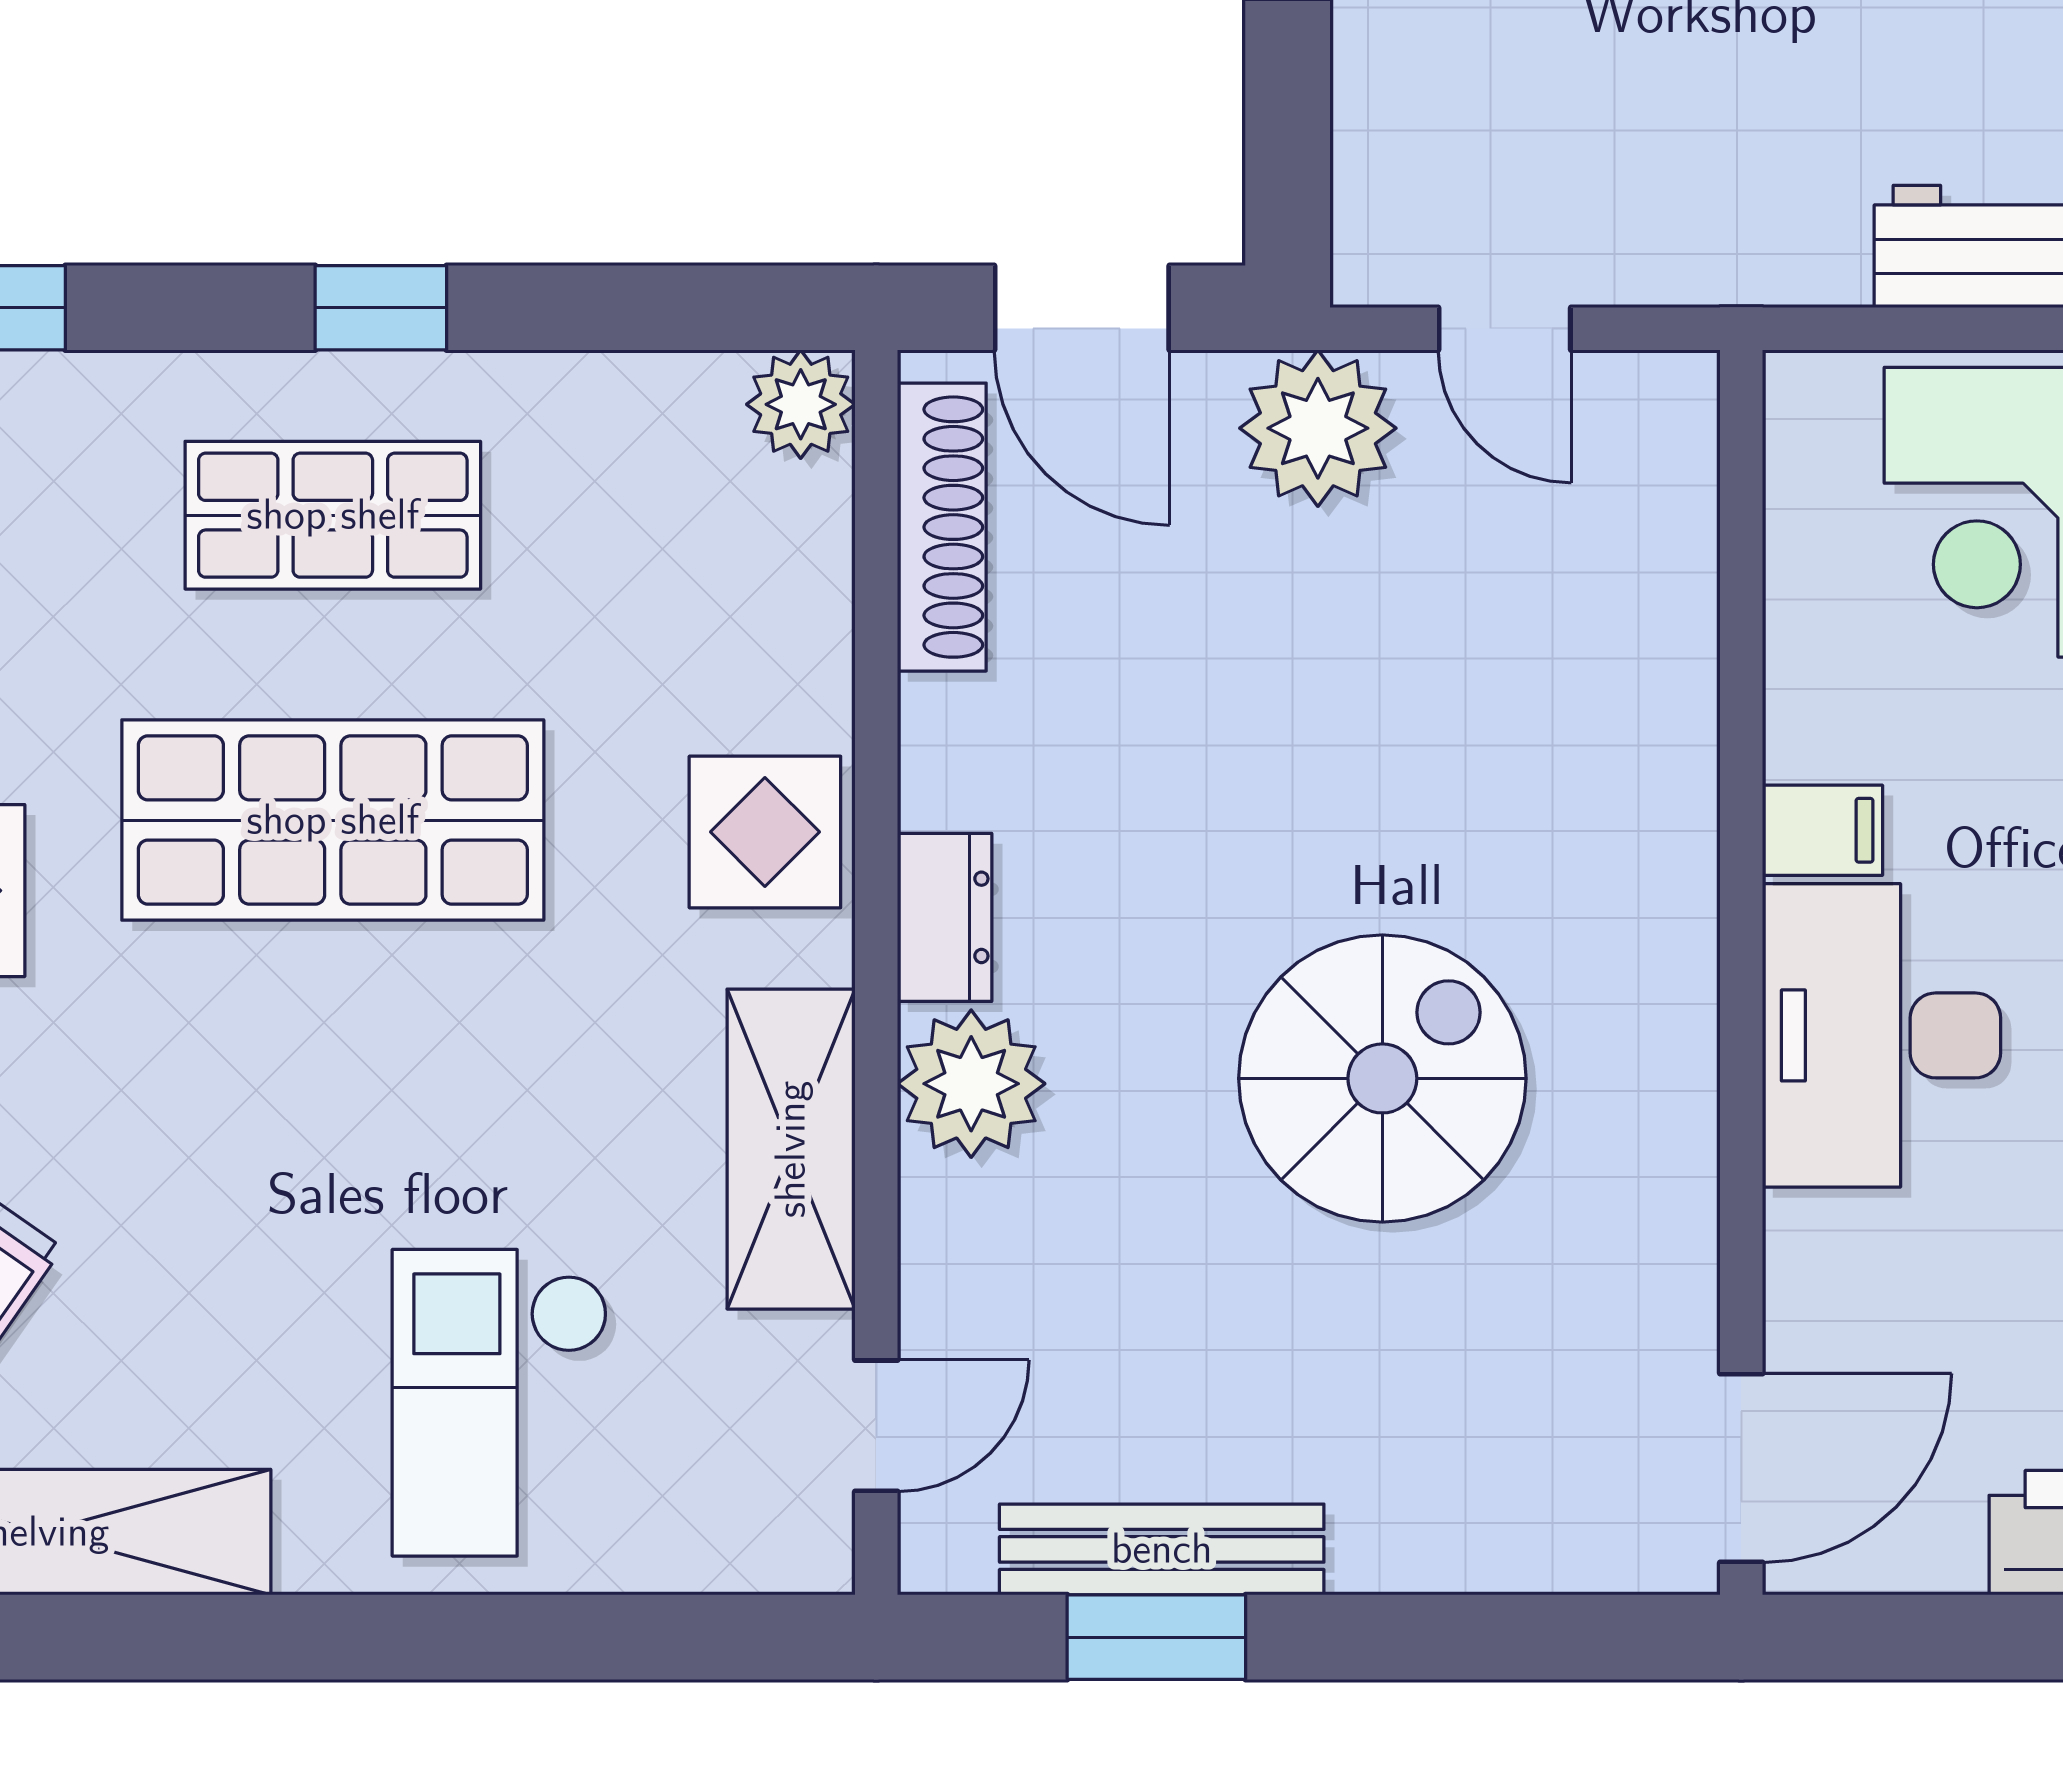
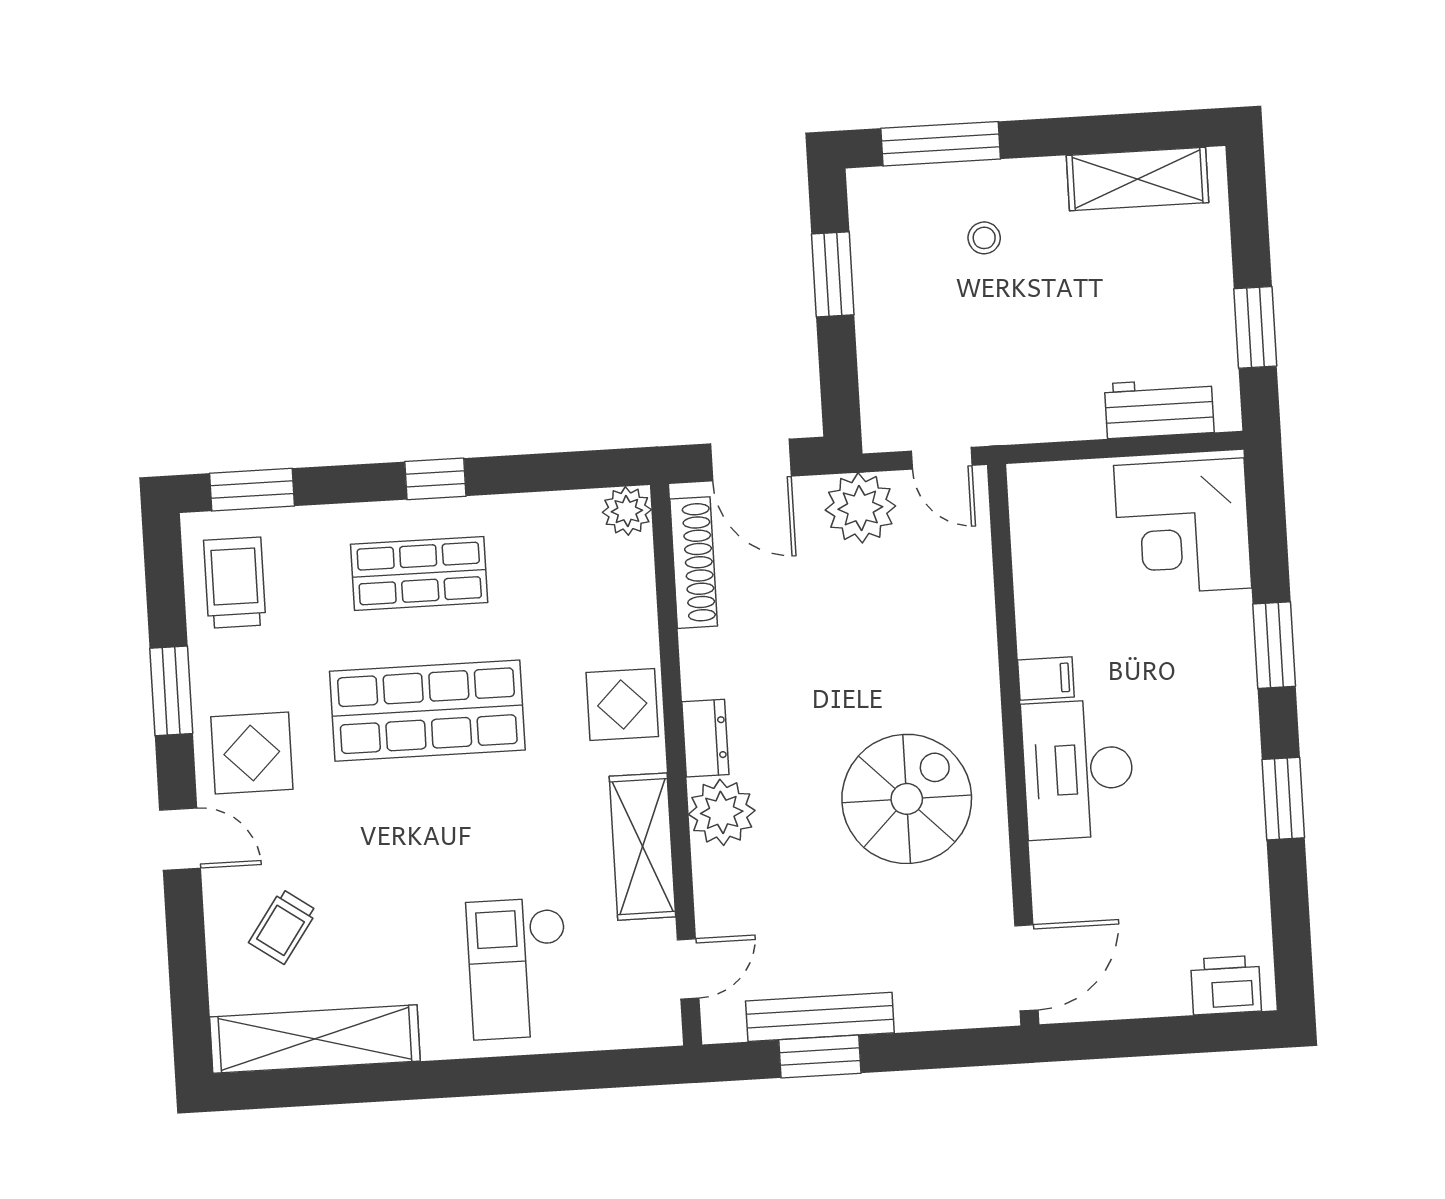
filing cabinet: (1822, 830) -> (1046, 679), moved
wall: (1741, 972) -> (1013, 745), moved
desk: (1882, 1035) -> (1078, 769), moved
door: (1741, 1468) -> (1026, 968), moved

